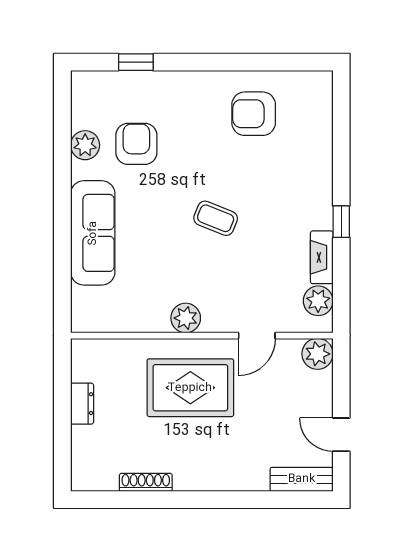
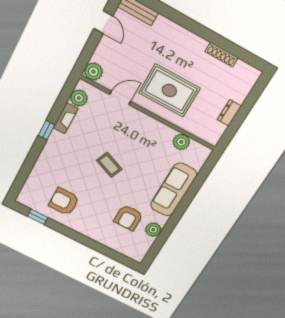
window: (136, 62) -> (38, 217), moved
armchair: (254, 114) -> (64, 202), turned 180
plant: (186, 318) -> (181, 142), moved

